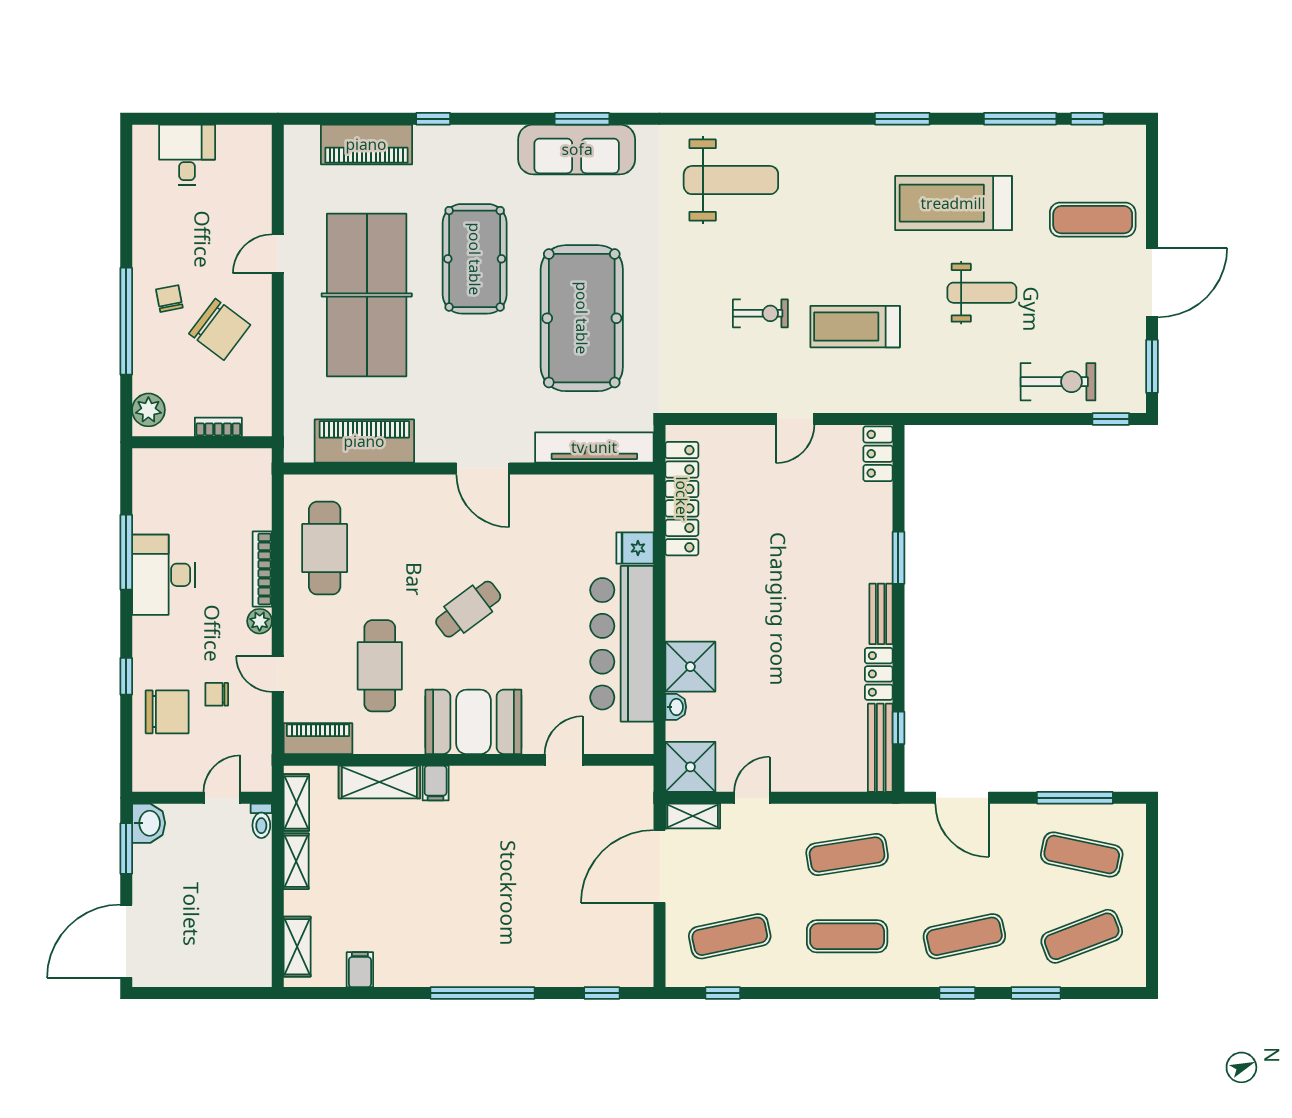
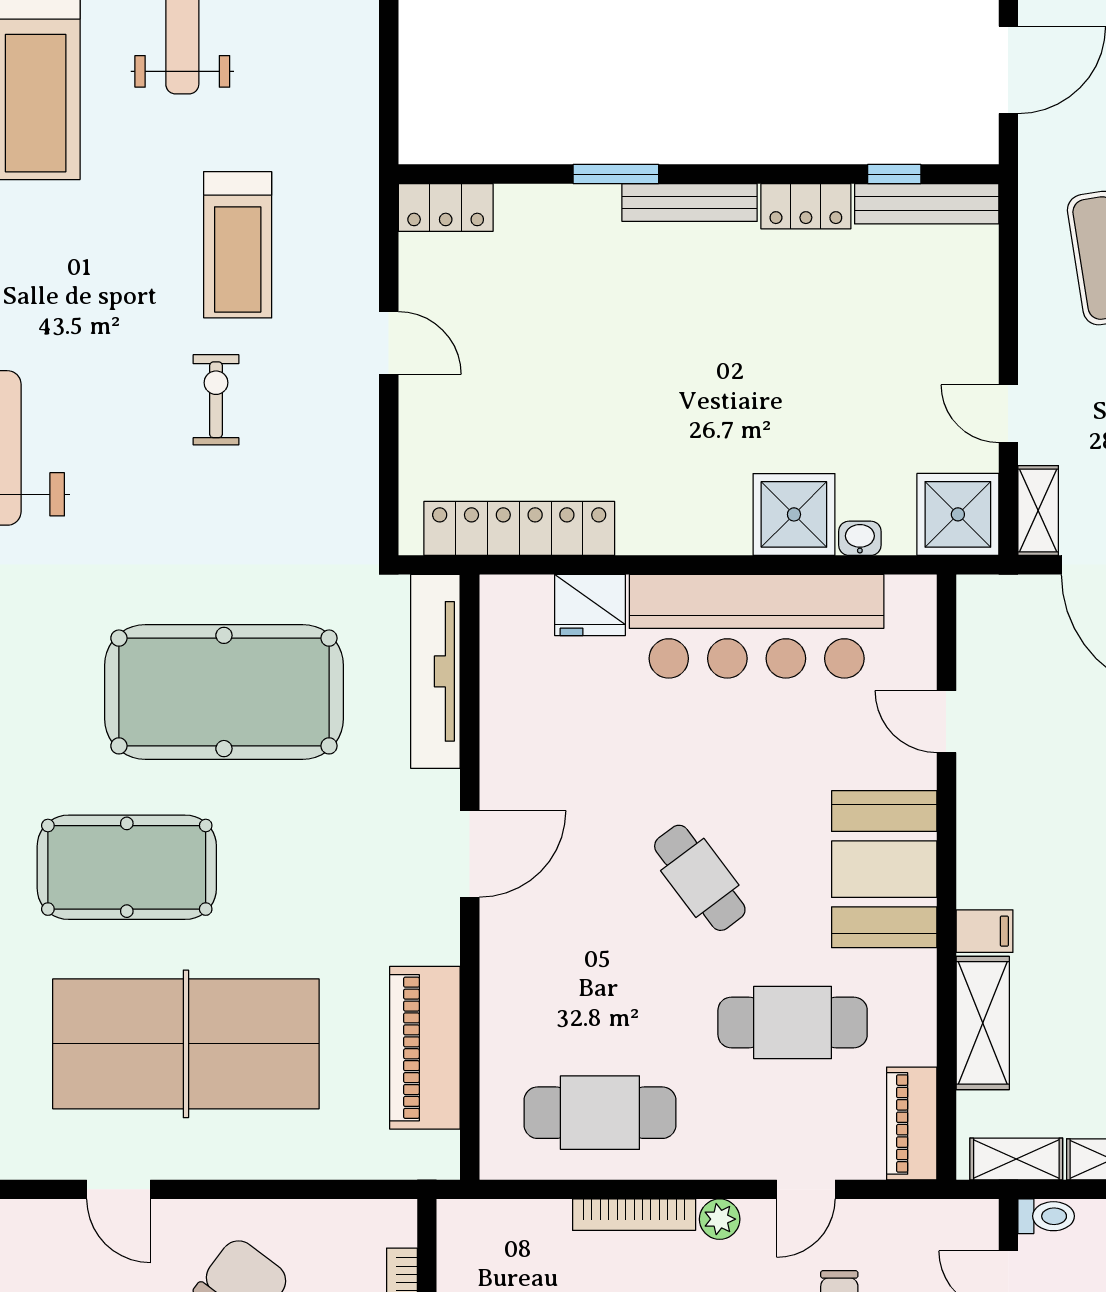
fridge: (635, 548) -> (590, 605), width x1.38
bench: (881, 614) -> (690, 202), width x1.36

